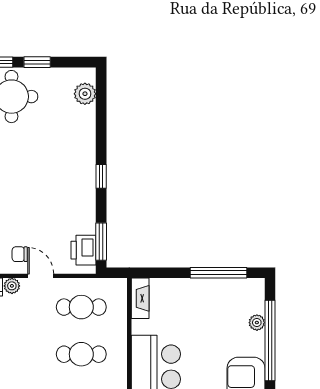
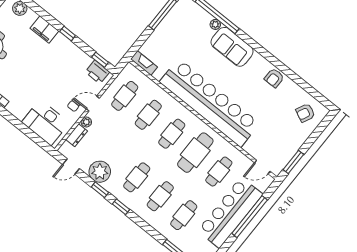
filing cabinet: (83, 144) -> (44, 30), added
window: (101, 242) -> (100, 60), width x0.67
plant: (257, 323) -> (215, 24), moved

